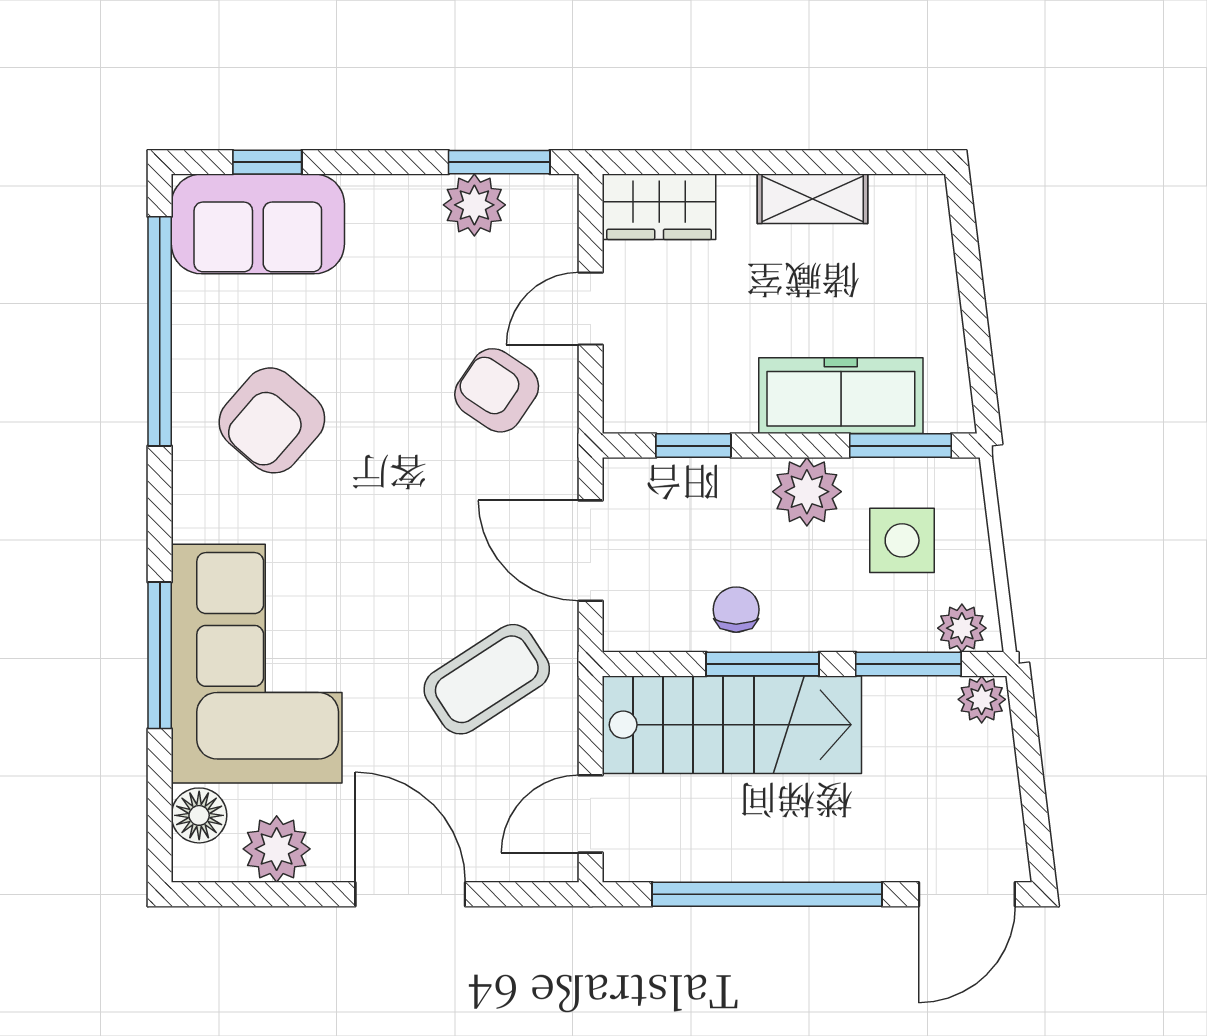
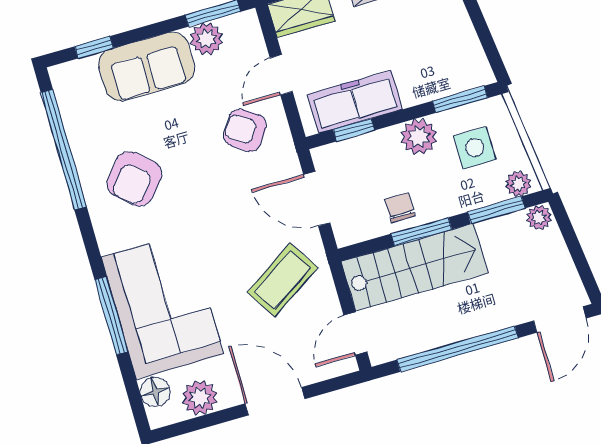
sofa: (258, 224) -> (147, 66), moved
freezer: (841, 396) -> (355, 102), moved

